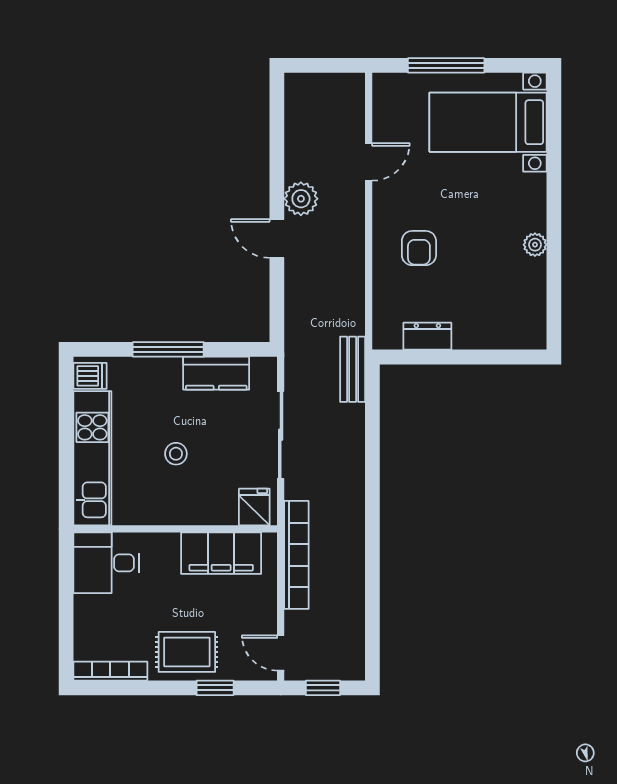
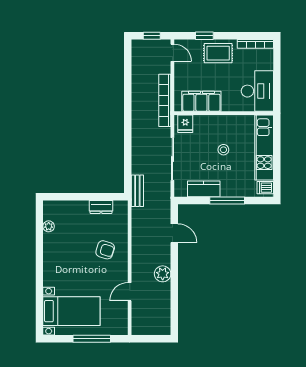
door: (277, 239) -> (174, 233), moved
plant: (535, 245) -> (49, 226), moved
armchair: (419, 248) -> (105, 250), turned 107
desk: (106, 563) -> (257, 91), width x1.37

